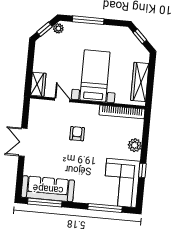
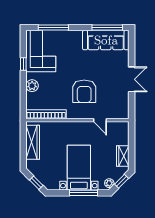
bed with nightstands: (95, 76) -> (79, 168), moved, turned 180
wardrobe: (38, 84) -> (123, 156), moved
armchair: (77, 134) -> (84, 91), width x1.88, depth x1.88

